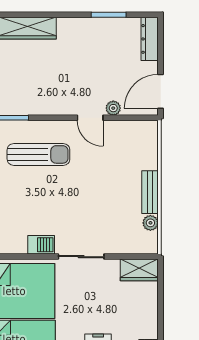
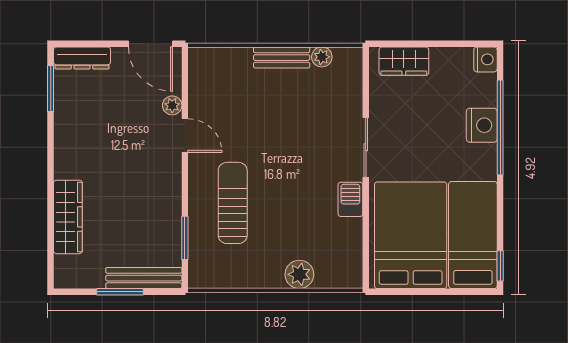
window: (109, 15) -> (51, 89), moved
door: (90, 118) -> (185, 136), hinge flipped
wardrobe: (139, 270) -> (404, 61), moved, turned 90

